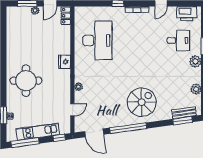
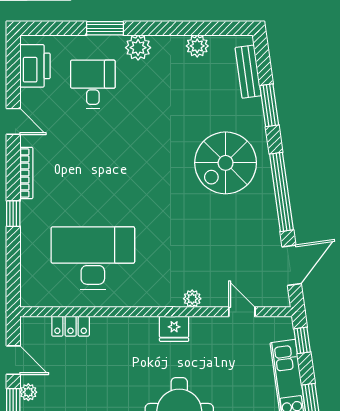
locker: (66, 16) -> (71, 326), moved
fridge: (65, 62) -> (174, 329), moved
spiral stairs: (142, 102) -> (226, 163), turned -90
window: (183, 121) -> (269, 105), moved

